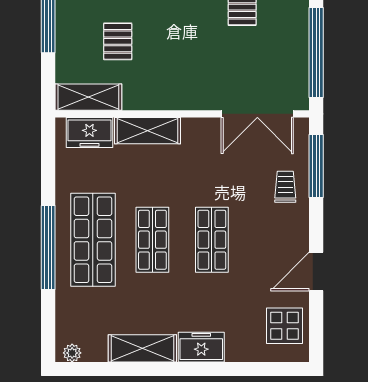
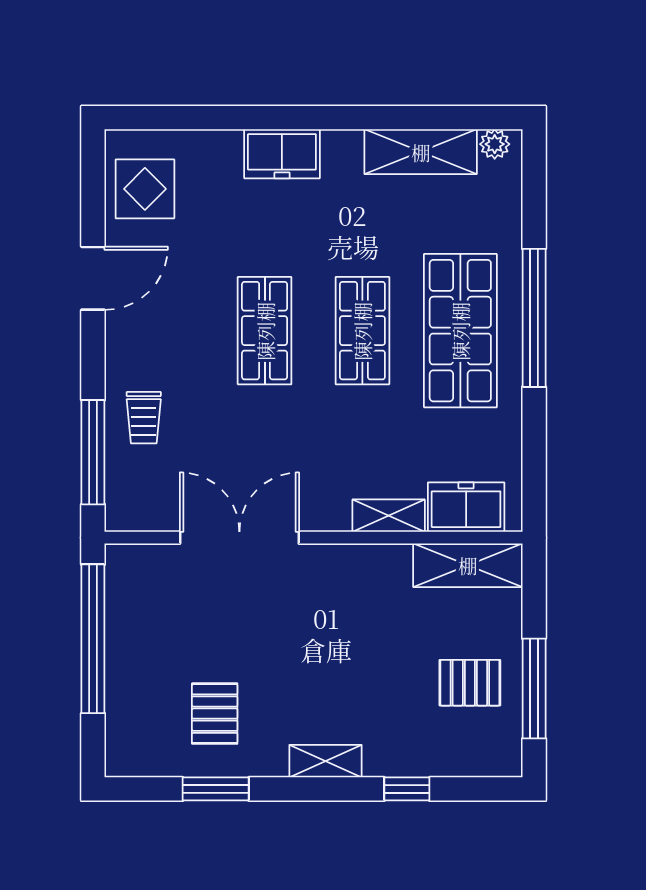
pallet: (118, 41) -> (470, 683), moved, turned 90
double door: (257, 114) -> (239, 538), moved
shelving: (148, 131) -> (389, 516), width x0.67, depth x0.75
shelving: (142, 348) -> (421, 152), moved

